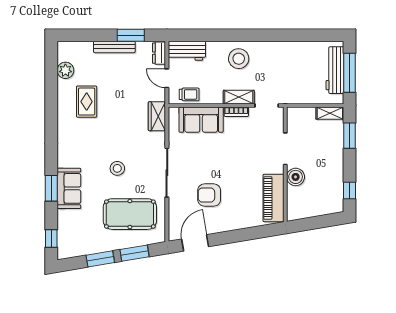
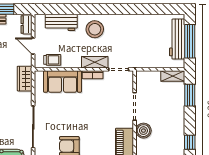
workbench: (187, 51) -> (61, 22), moved

